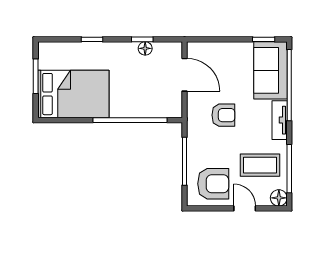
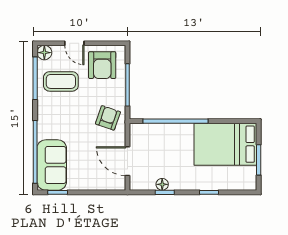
armchair: (223, 115) -> (108, 118), moved, turned 109
tv unit: (280, 120) -> (44, 121), removed
armchair: (213, 184) -> (102, 65), turned -90

